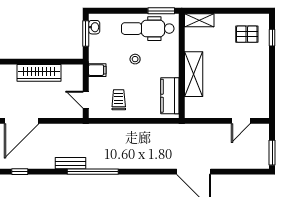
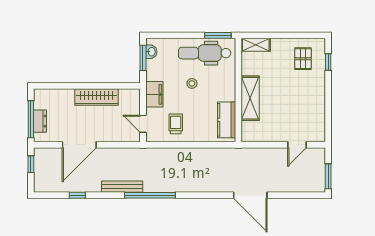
pallet: (247, 34) -> (303, 59), turned 90
filing cabinet: (97, 70) -> (154, 94), width x2.00
bench: (70, 163) -> (122, 187), width x1.36

